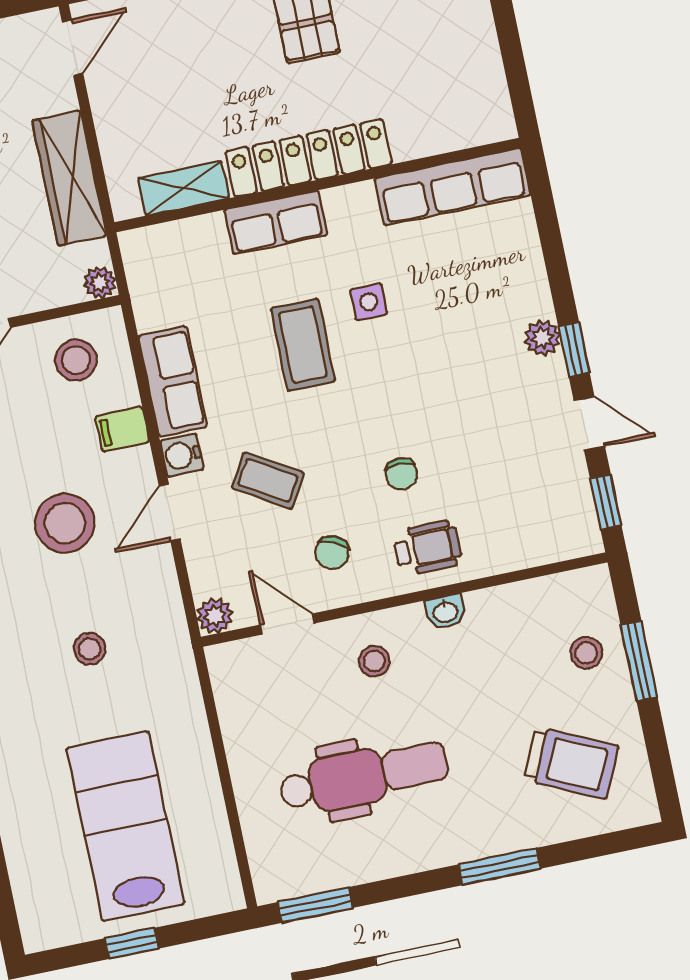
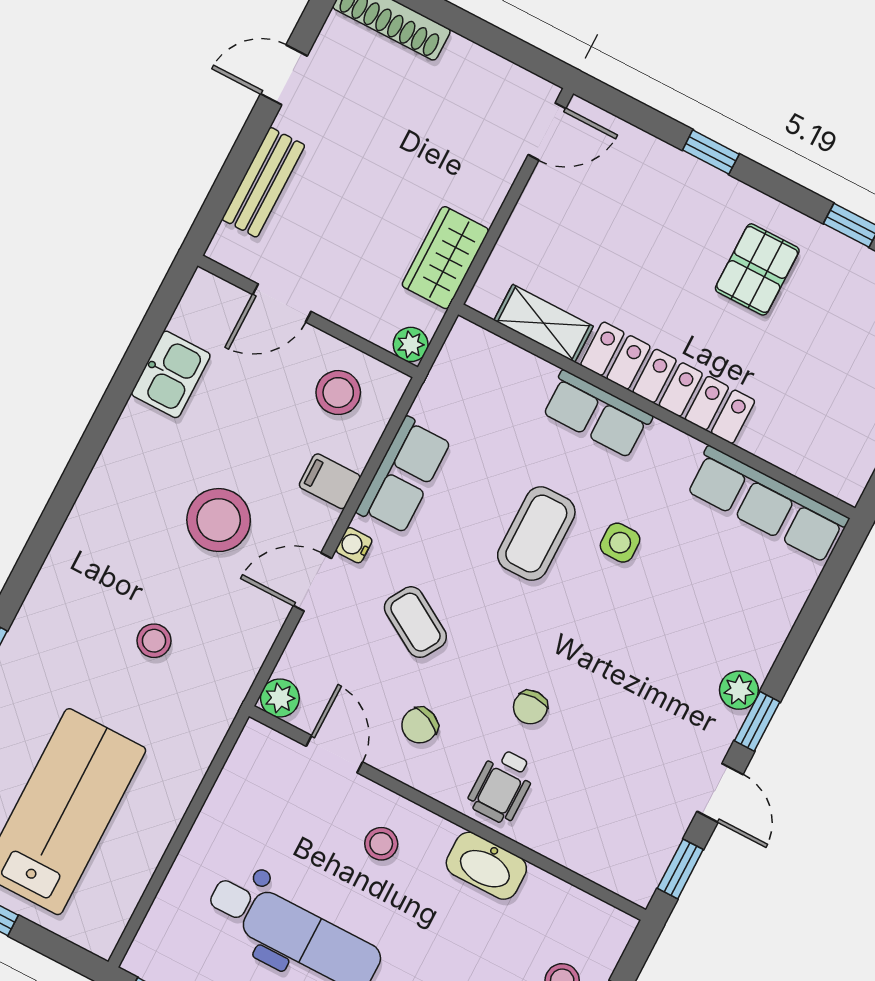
wardrobe: (69, 178) -> (445, 258), width x0.67
water cooler: (182, 455) -> (354, 545), width x0.72, depth x0.72
wheelchair: (427, 548) -> (502, 786), turned 90
washbasin: (445, 612) -> (486, 866), width x1.91, depth x1.45

